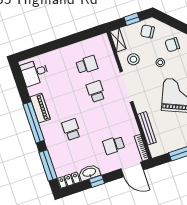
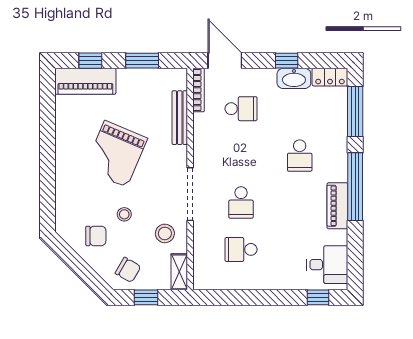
window: (34, 52) -> (318, 297), added

